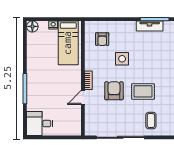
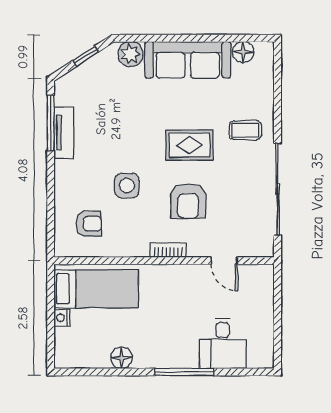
floor lamp: (32, 26) -> (122, 358), moved
armchair: (114, 91) -> (188, 201), turned -90
rug: (143, 91) -> (189, 145), turned 90
door: (83, 97) -> (224, 261), moved
desk: (40, 124) -> (223, 344), moved

